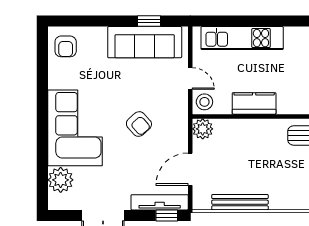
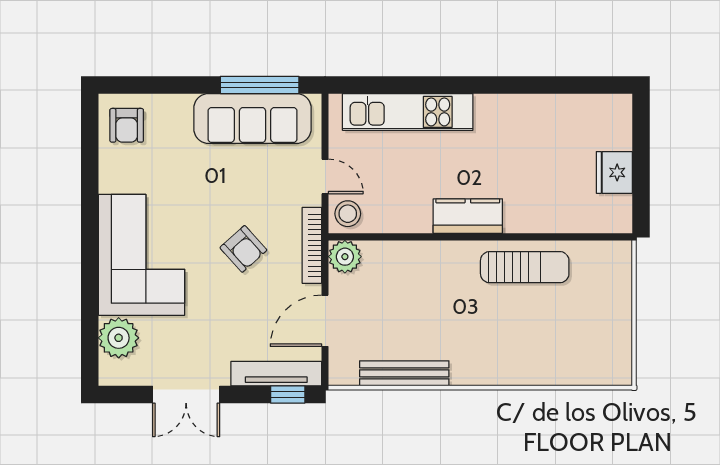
window: (149, 21) -> (260, 85), width x2.17
kitchen counter: (254, 103) -> (468, 216), moved
bookcase: (182, 122) -> (312, 245), added

